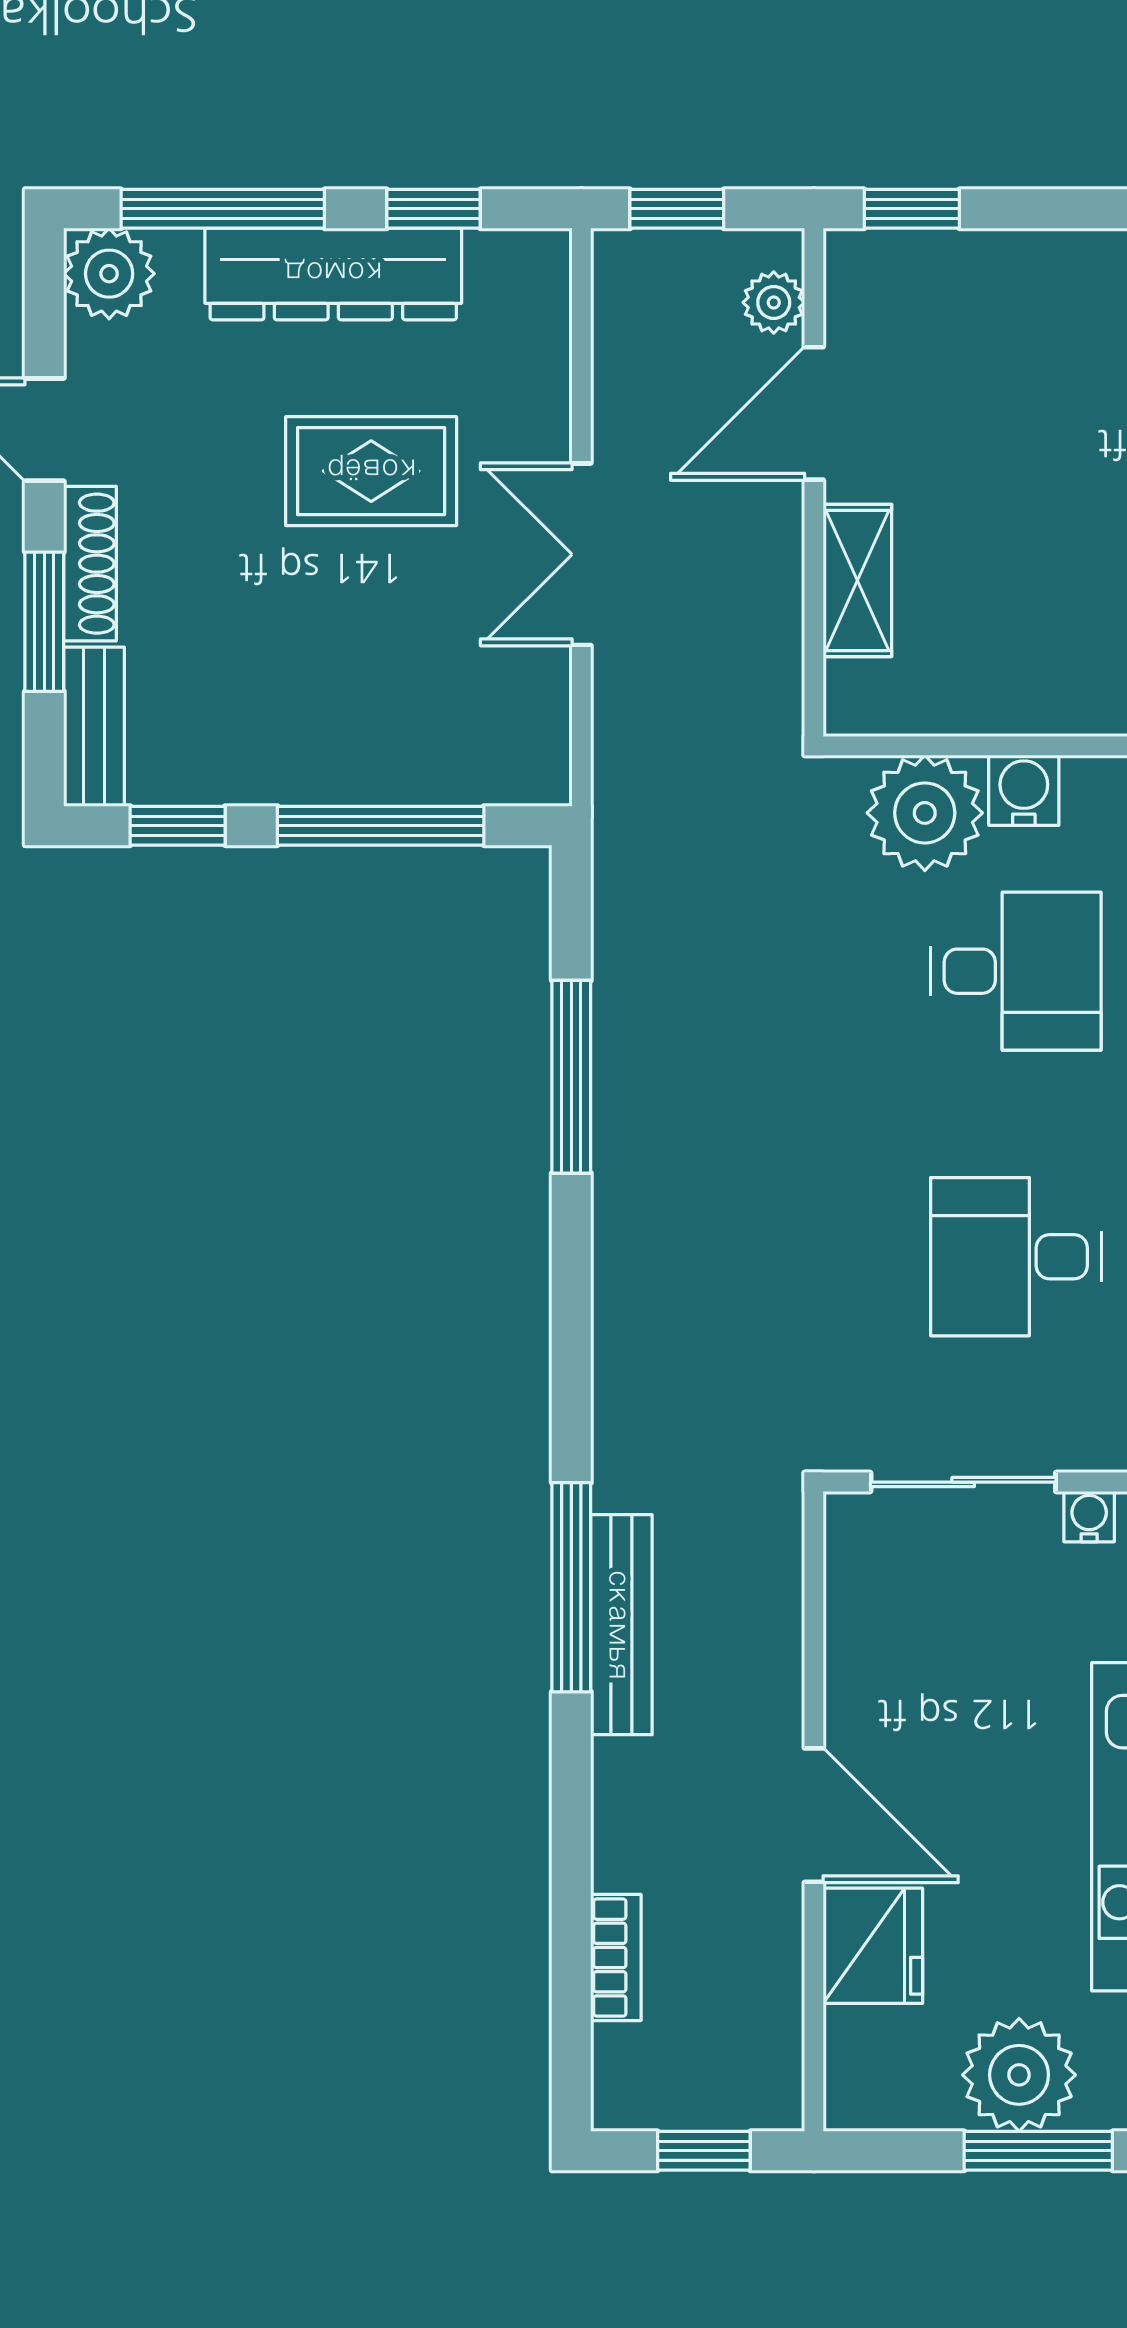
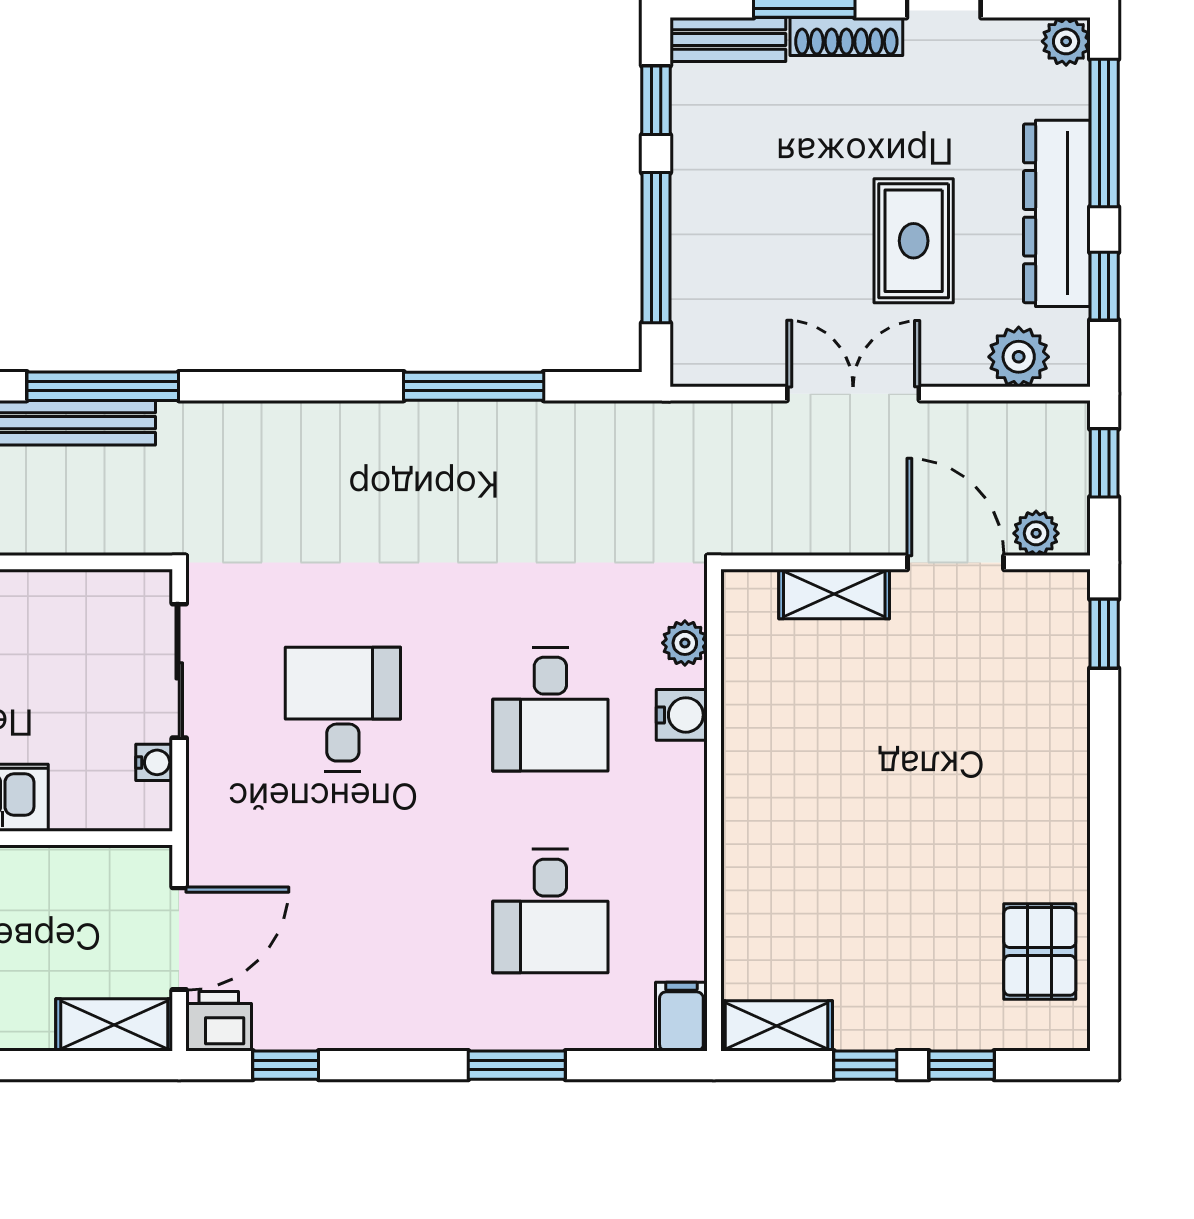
plant: (109, 274) -> (1066, 41), width x0.73, depth x0.73
plant: (531, 326) -> (1019, 357), added
plant: (925, 813) -> (685, 643), width x0.53, depth x0.53

